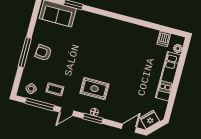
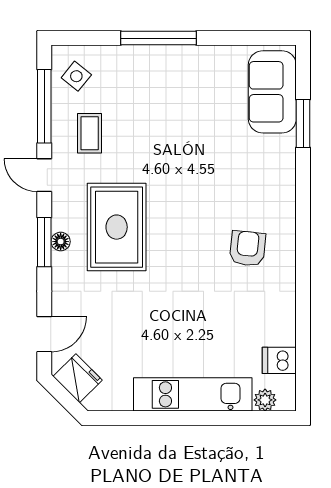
armchair: (43, 53) -> (248, 248), moved
rug: (94, 89) -> (117, 227), width x1.36, depth x1.43
door: (129, 128) -> (44, 334), hinge flipped

